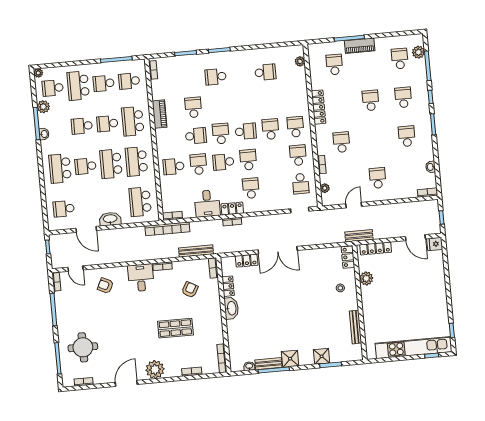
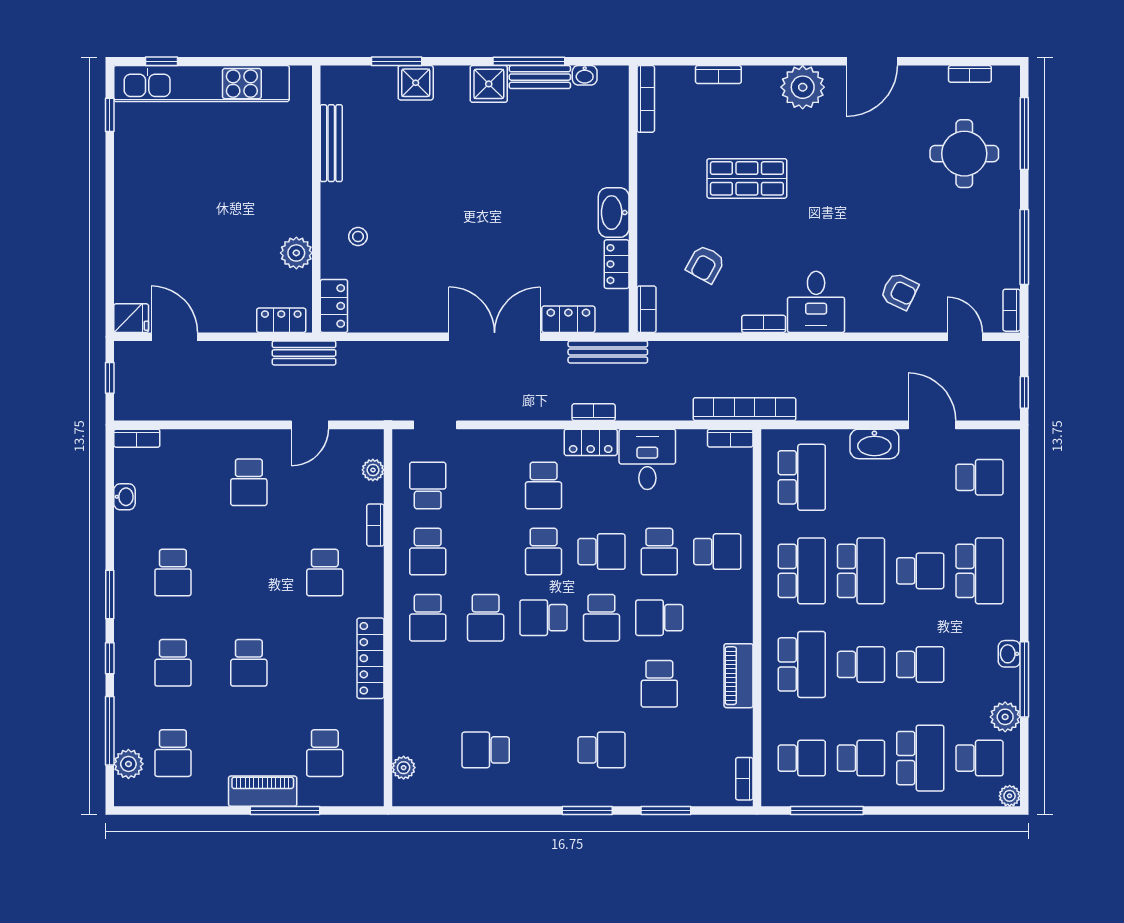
locker: (376, 248) -> (281, 320), width x0.66
bench: (196, 251) -> (608, 352), moved

